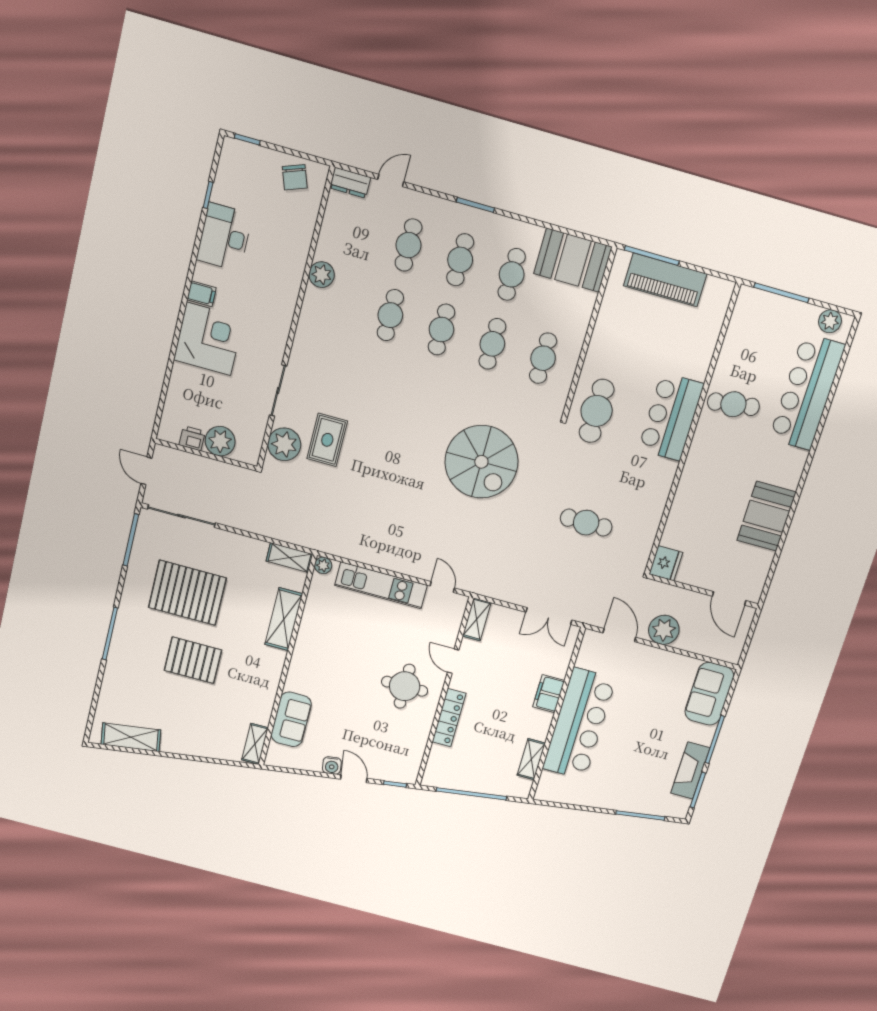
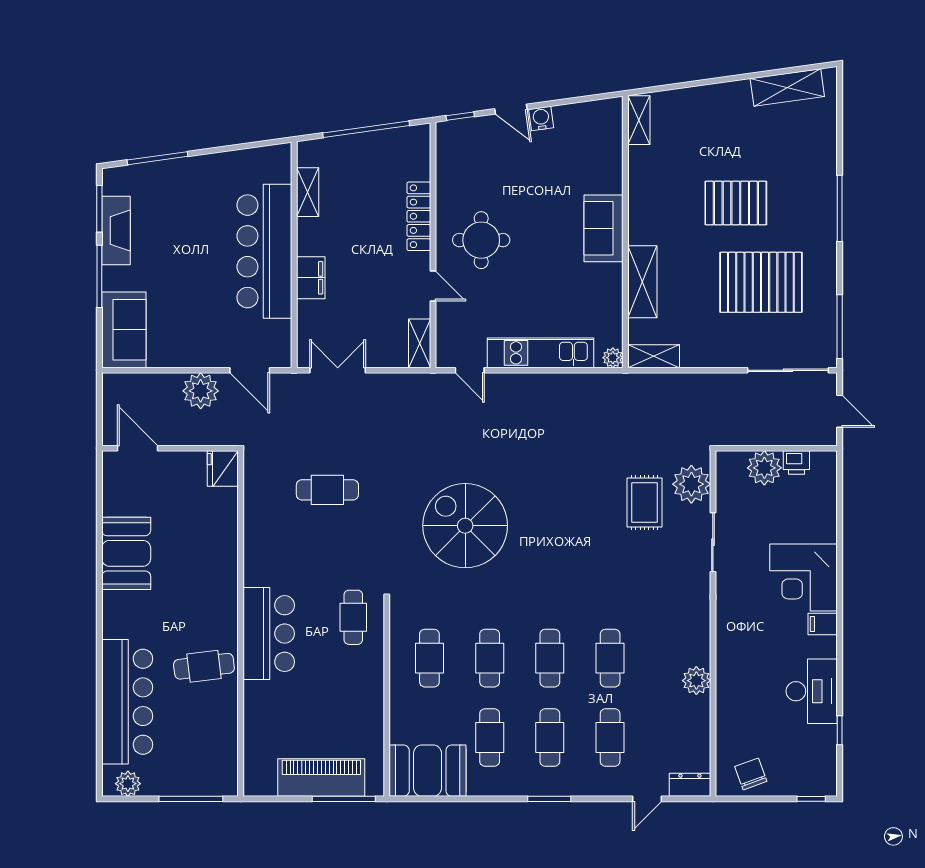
cafe table: (597, 411) -> (353, 617), width x0.73, depth x0.74
sofa: (291, 719) -> (604, 228), moved

